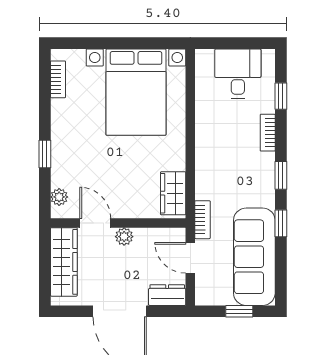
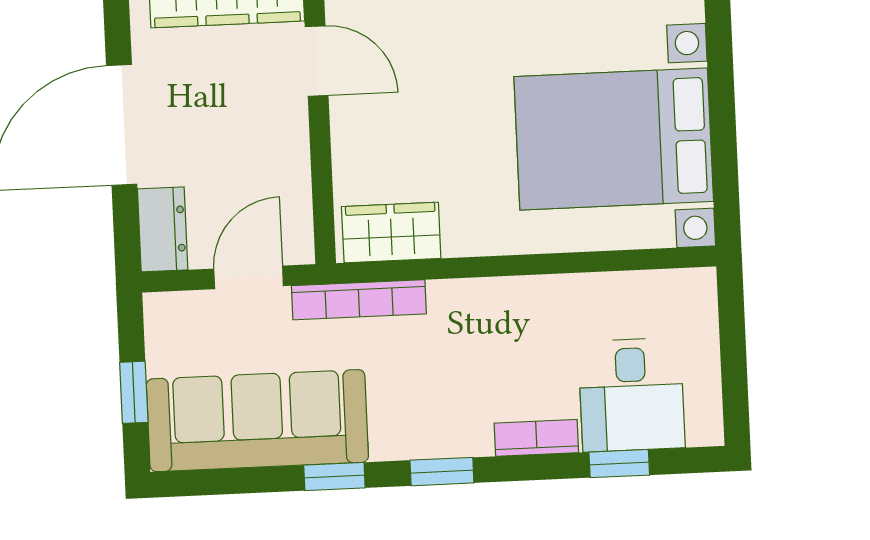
desk: (238, 74) -> (632, 395), moved, turned 90
bookcase: (203, 220) -> (359, 300), width x1.56
door: (95, 223) -> (317, 61), hinge flipped
plant: (124, 237) -> (289, 127), removed

